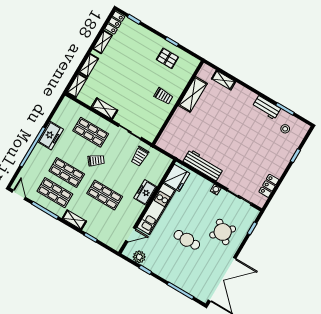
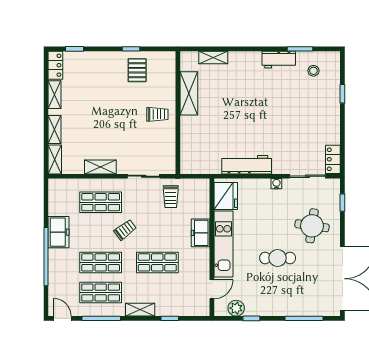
pallet: (167, 58) -> (137, 70), turned 90
locker: (269, 186) -> (333, 159), moved
round table: (223, 232) -> (312, 226), turned -34

